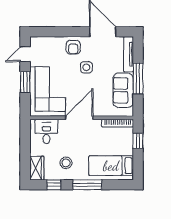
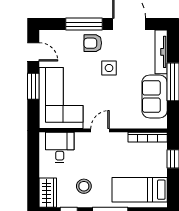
window: (66, 32) -> (84, 24), added
armchair: (73, 47) -> (93, 43), turned 90
door: (25, 54) -> (33, 52), swing flipped
door: (79, 118) -> (100, 130), width x0.53

